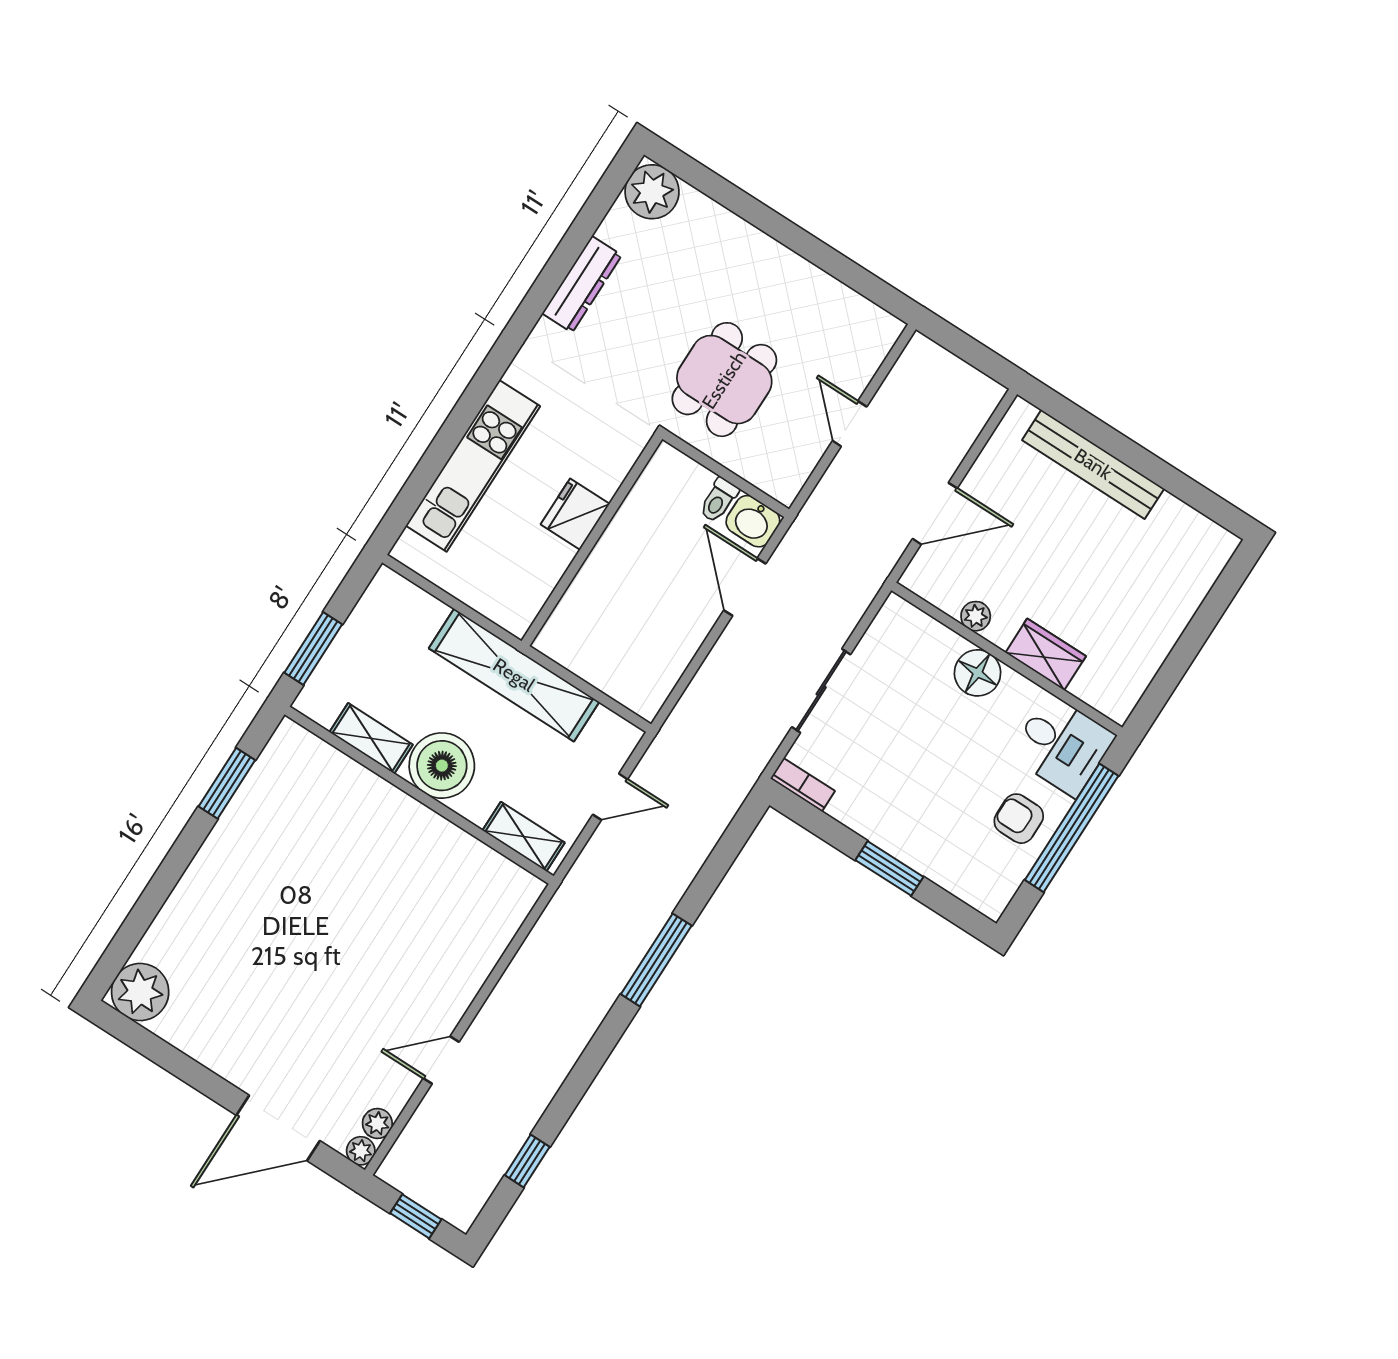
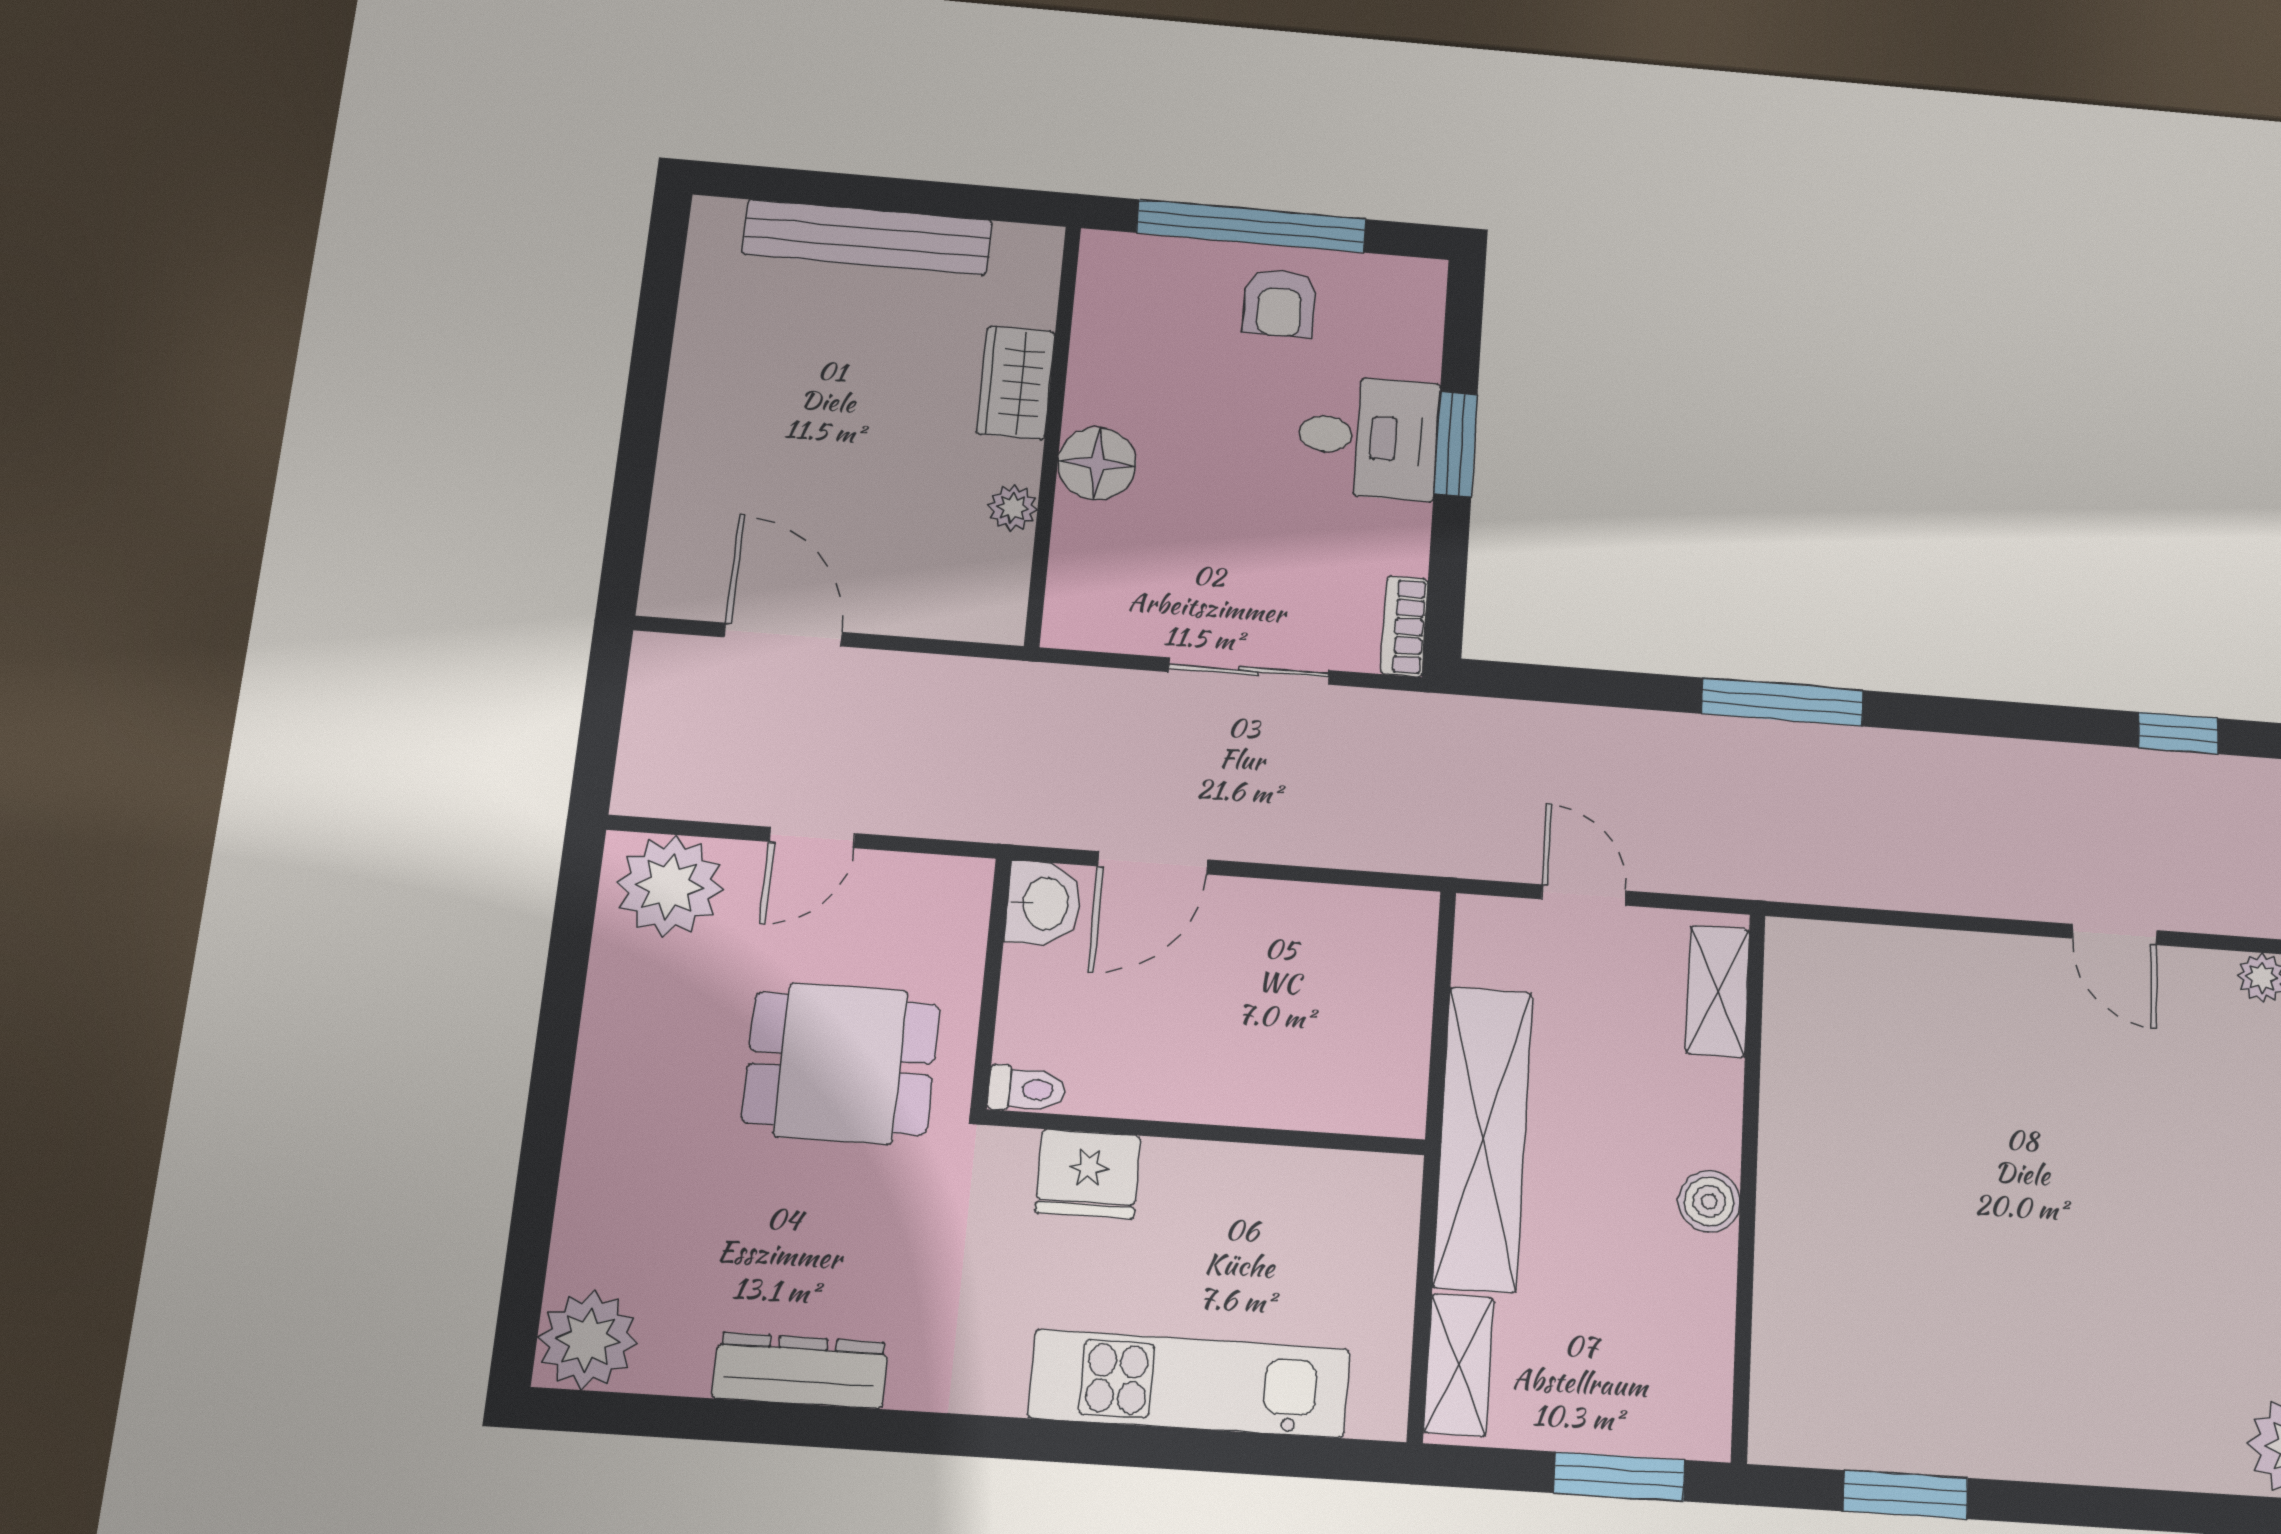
plant: (862, 341) -> (670, 886), added
bench: (1093, 464) -> (867, 237), moved, turned 90
toilet: (719, 500) -> (1027, 1089), moved
fridge: (575, 514) -> (1088, 1174), moved
door: (935, 514) -> (783, 635), moved
shelving: (371, 738) -> (1459, 1365), moved
desk: (1062, 745) -> (1368, 437), moved, turned 90
boiler: (442, 766) -> (1709, 1201), width x0.54, depth x0.54

